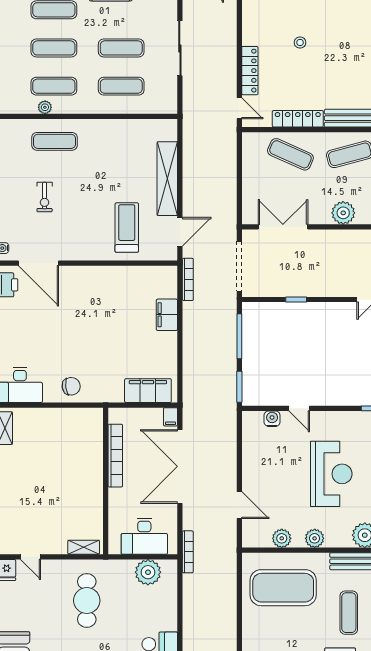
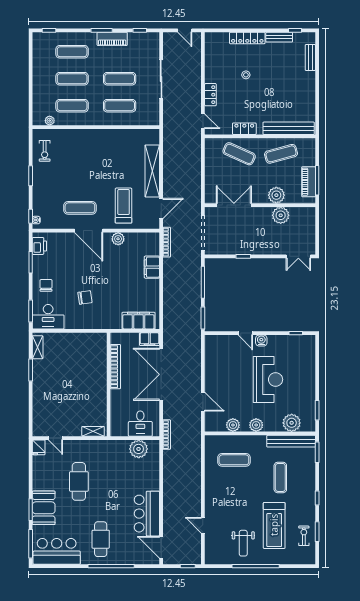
locker: (250, 71) -> (210, 95), width x0.66
plant: (45, 107) -> (50, 121), moved
locker: (298, 119) -> (244, 129), width x0.66
exercise mat: (54, 141) -> (80, 208), moved
exercise bike: (45, 197) -> (45, 151), moved
plant: (349, 241) -> (281, 215), added
door: (38, 263) -> (89, 231), moved
plant: (119, 275) -> (118, 239), added
chair: (17, 341) -> (46, 285), added
chair: (71, 386) -> (85, 297), moved
filing cabinet: (170, 417) -> (149, 339), width x2.00
water cooler: (272, 419) -> (261, 341), moved
desk: (144, 536) -> (140, 424), width x0.73
exercise mat: (283, 588) -> (234, 460), width x0.50, depth x0.69
cafe table: (87, 601) -> (79, 481), moved

